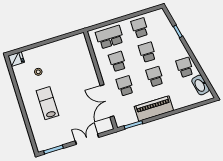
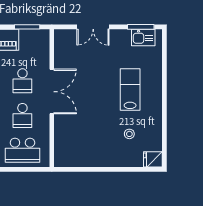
double door: (107, 101) -> (52, 92), moved
lab bench: (47, 103) -> (130, 90), turned 180
kitchen sink: (50, 143) -> (143, 37), added

